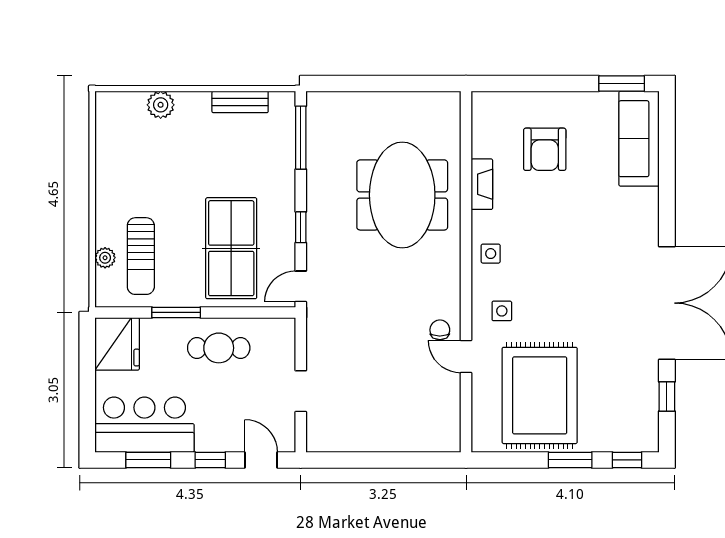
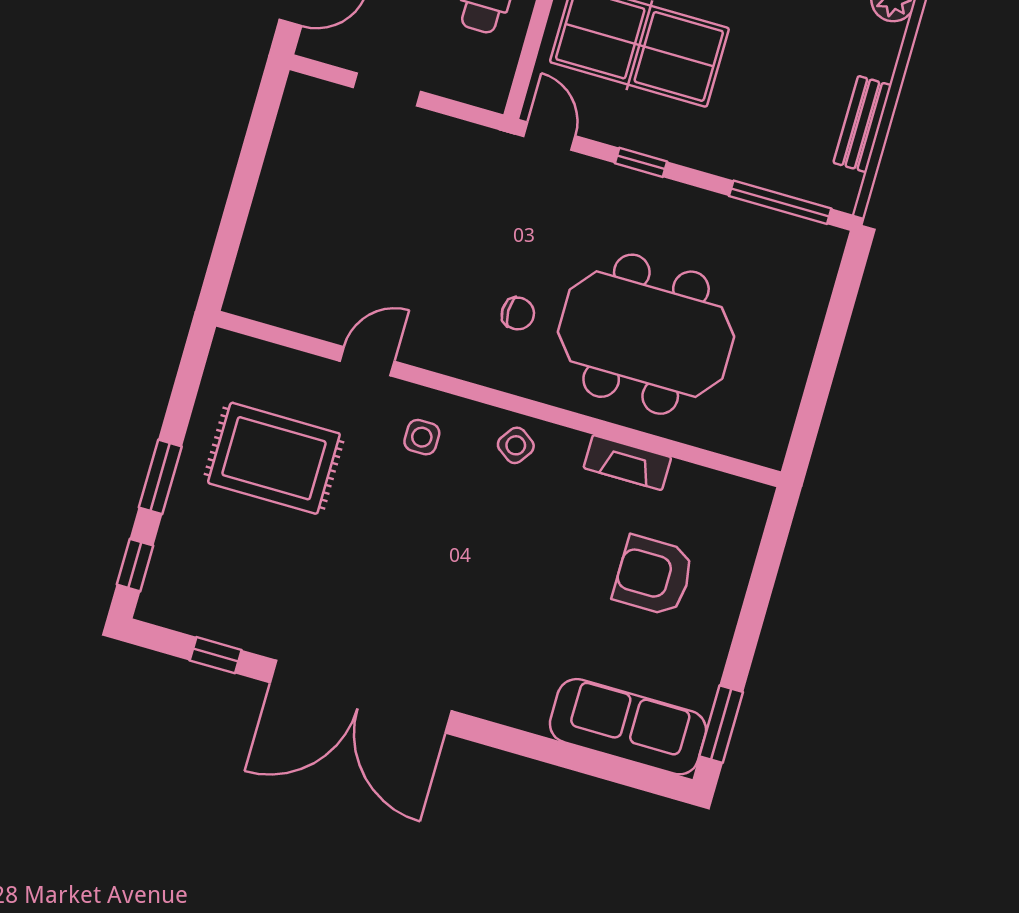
side table: (491, 254) -> (516, 445), turned 35
chair: (440, 330) -> (518, 314), moved
rug: (540, 395) -> (274, 458), width x0.73, depth x0.69

